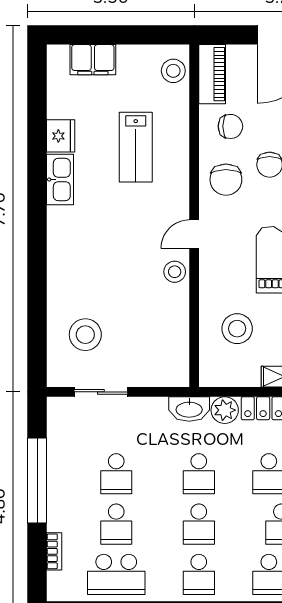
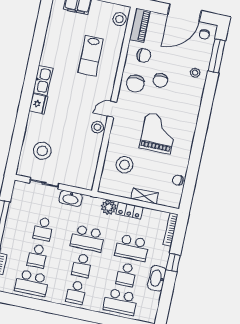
fridge: (61, 136) -> (38, 104), moved
kitchen sink: (60, 180) -> (43, 80), moved
washbasin: (189, 409) -> (71, 199), moved
school desk: (199, 474) -> (88, 238), width x1.85

